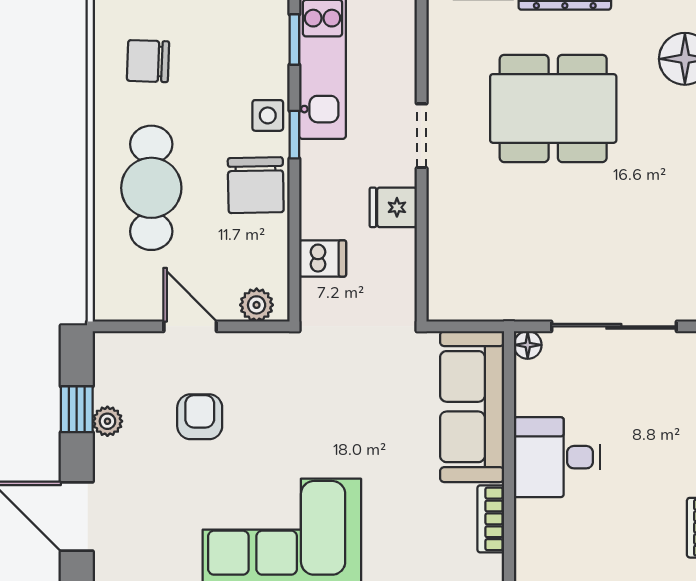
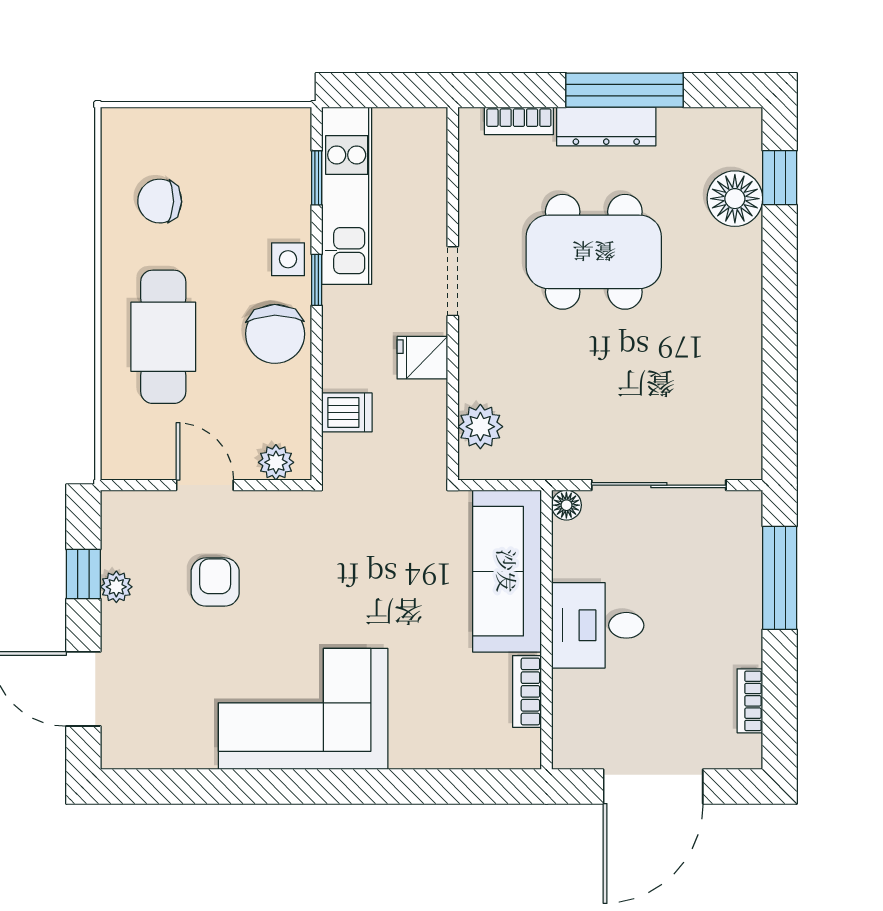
plant: (447, 272) -> (480, 427), added

